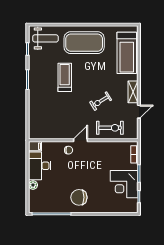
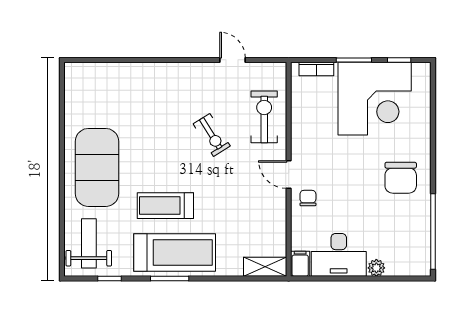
treadmill: (127, 53) -> (175, 252), moved
shelving: (133, 92) -> (265, 267), moved
corner desk: (124, 184) -> (375, 99), width x1.36, depth x1.36

